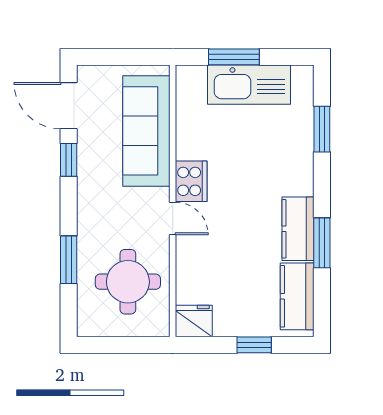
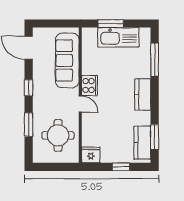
window: (322, 129) -> (155, 59), width x1.44
window: (69, 160) -> (29, 88), moved
kitchen counter: (298, 229) -> (143, 95), moved
window: (322, 243) -> (155, 137), moved

